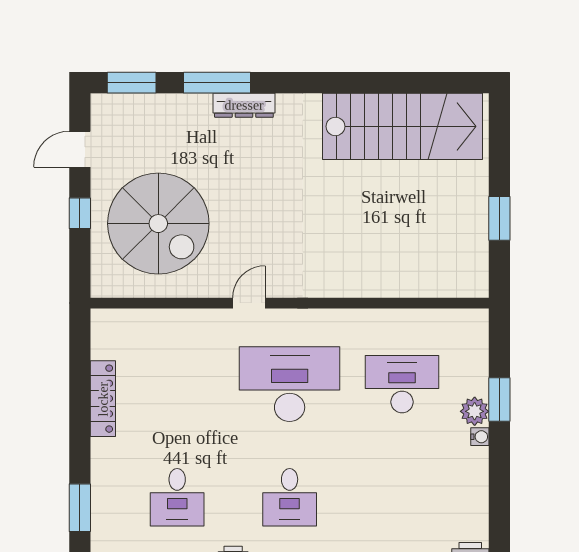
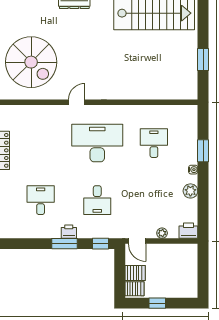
desk: (402, 384) -> (154, 143), width x0.73
plant: (475, 411) -> (190, 191), moved
desk: (177, 497) -> (41, 200), turned 180

